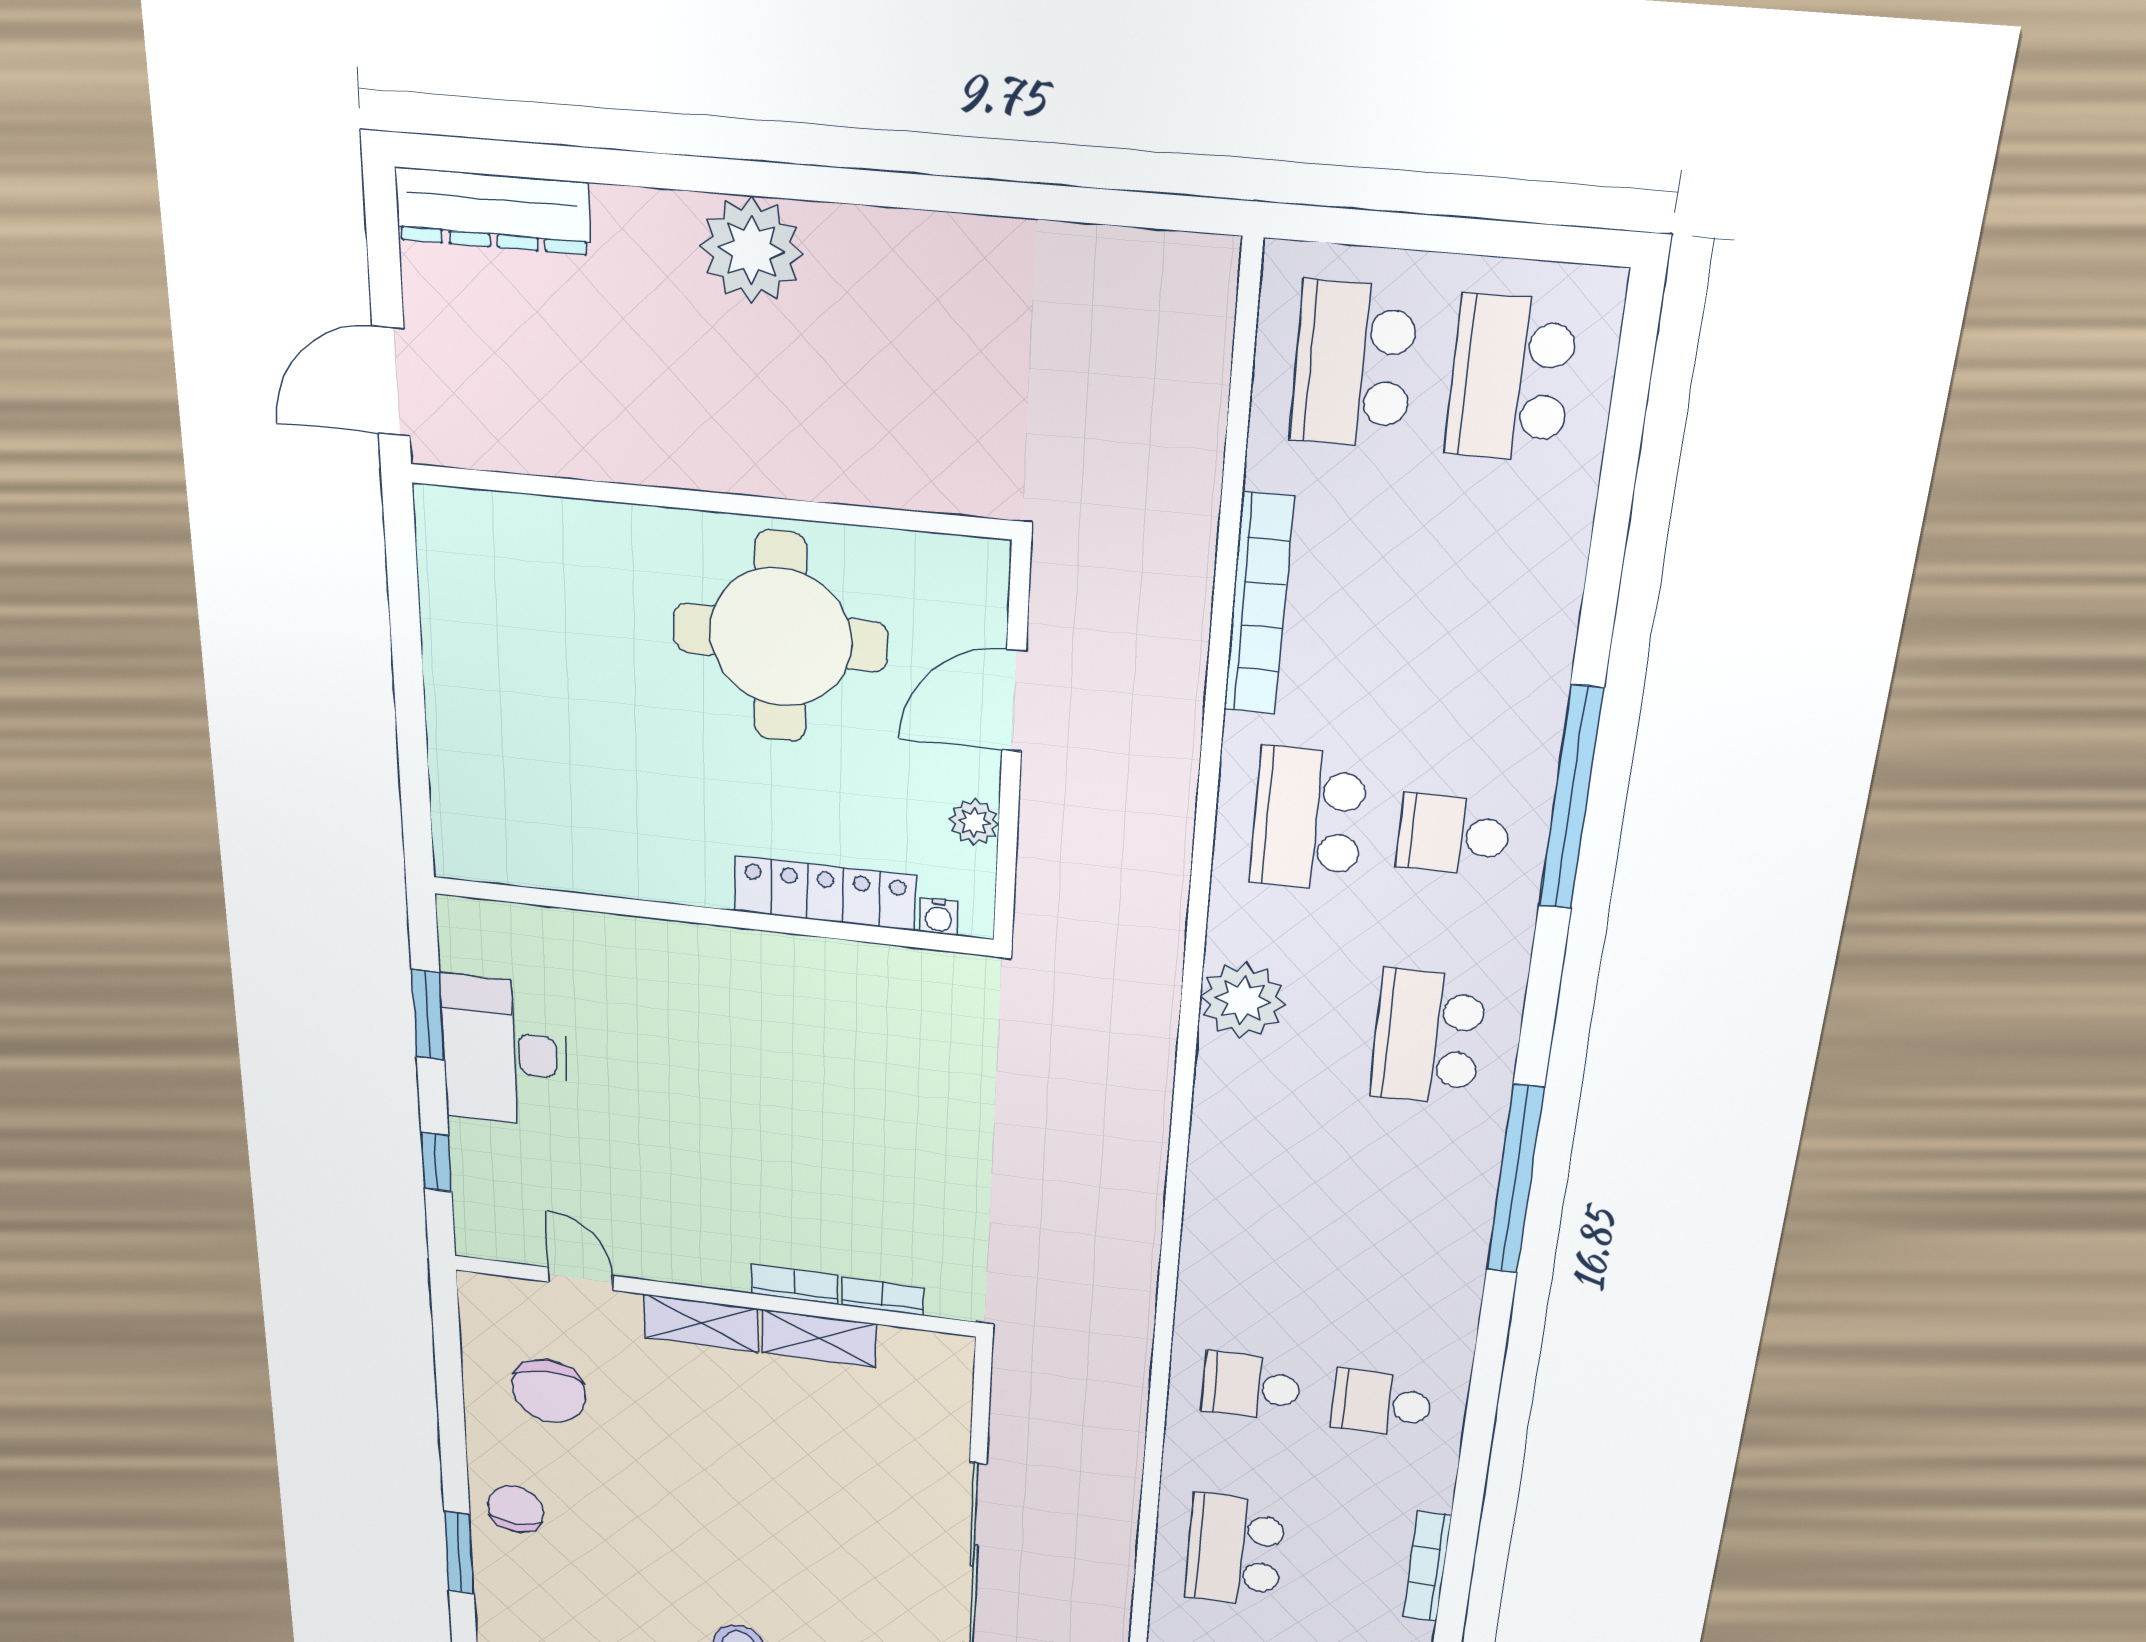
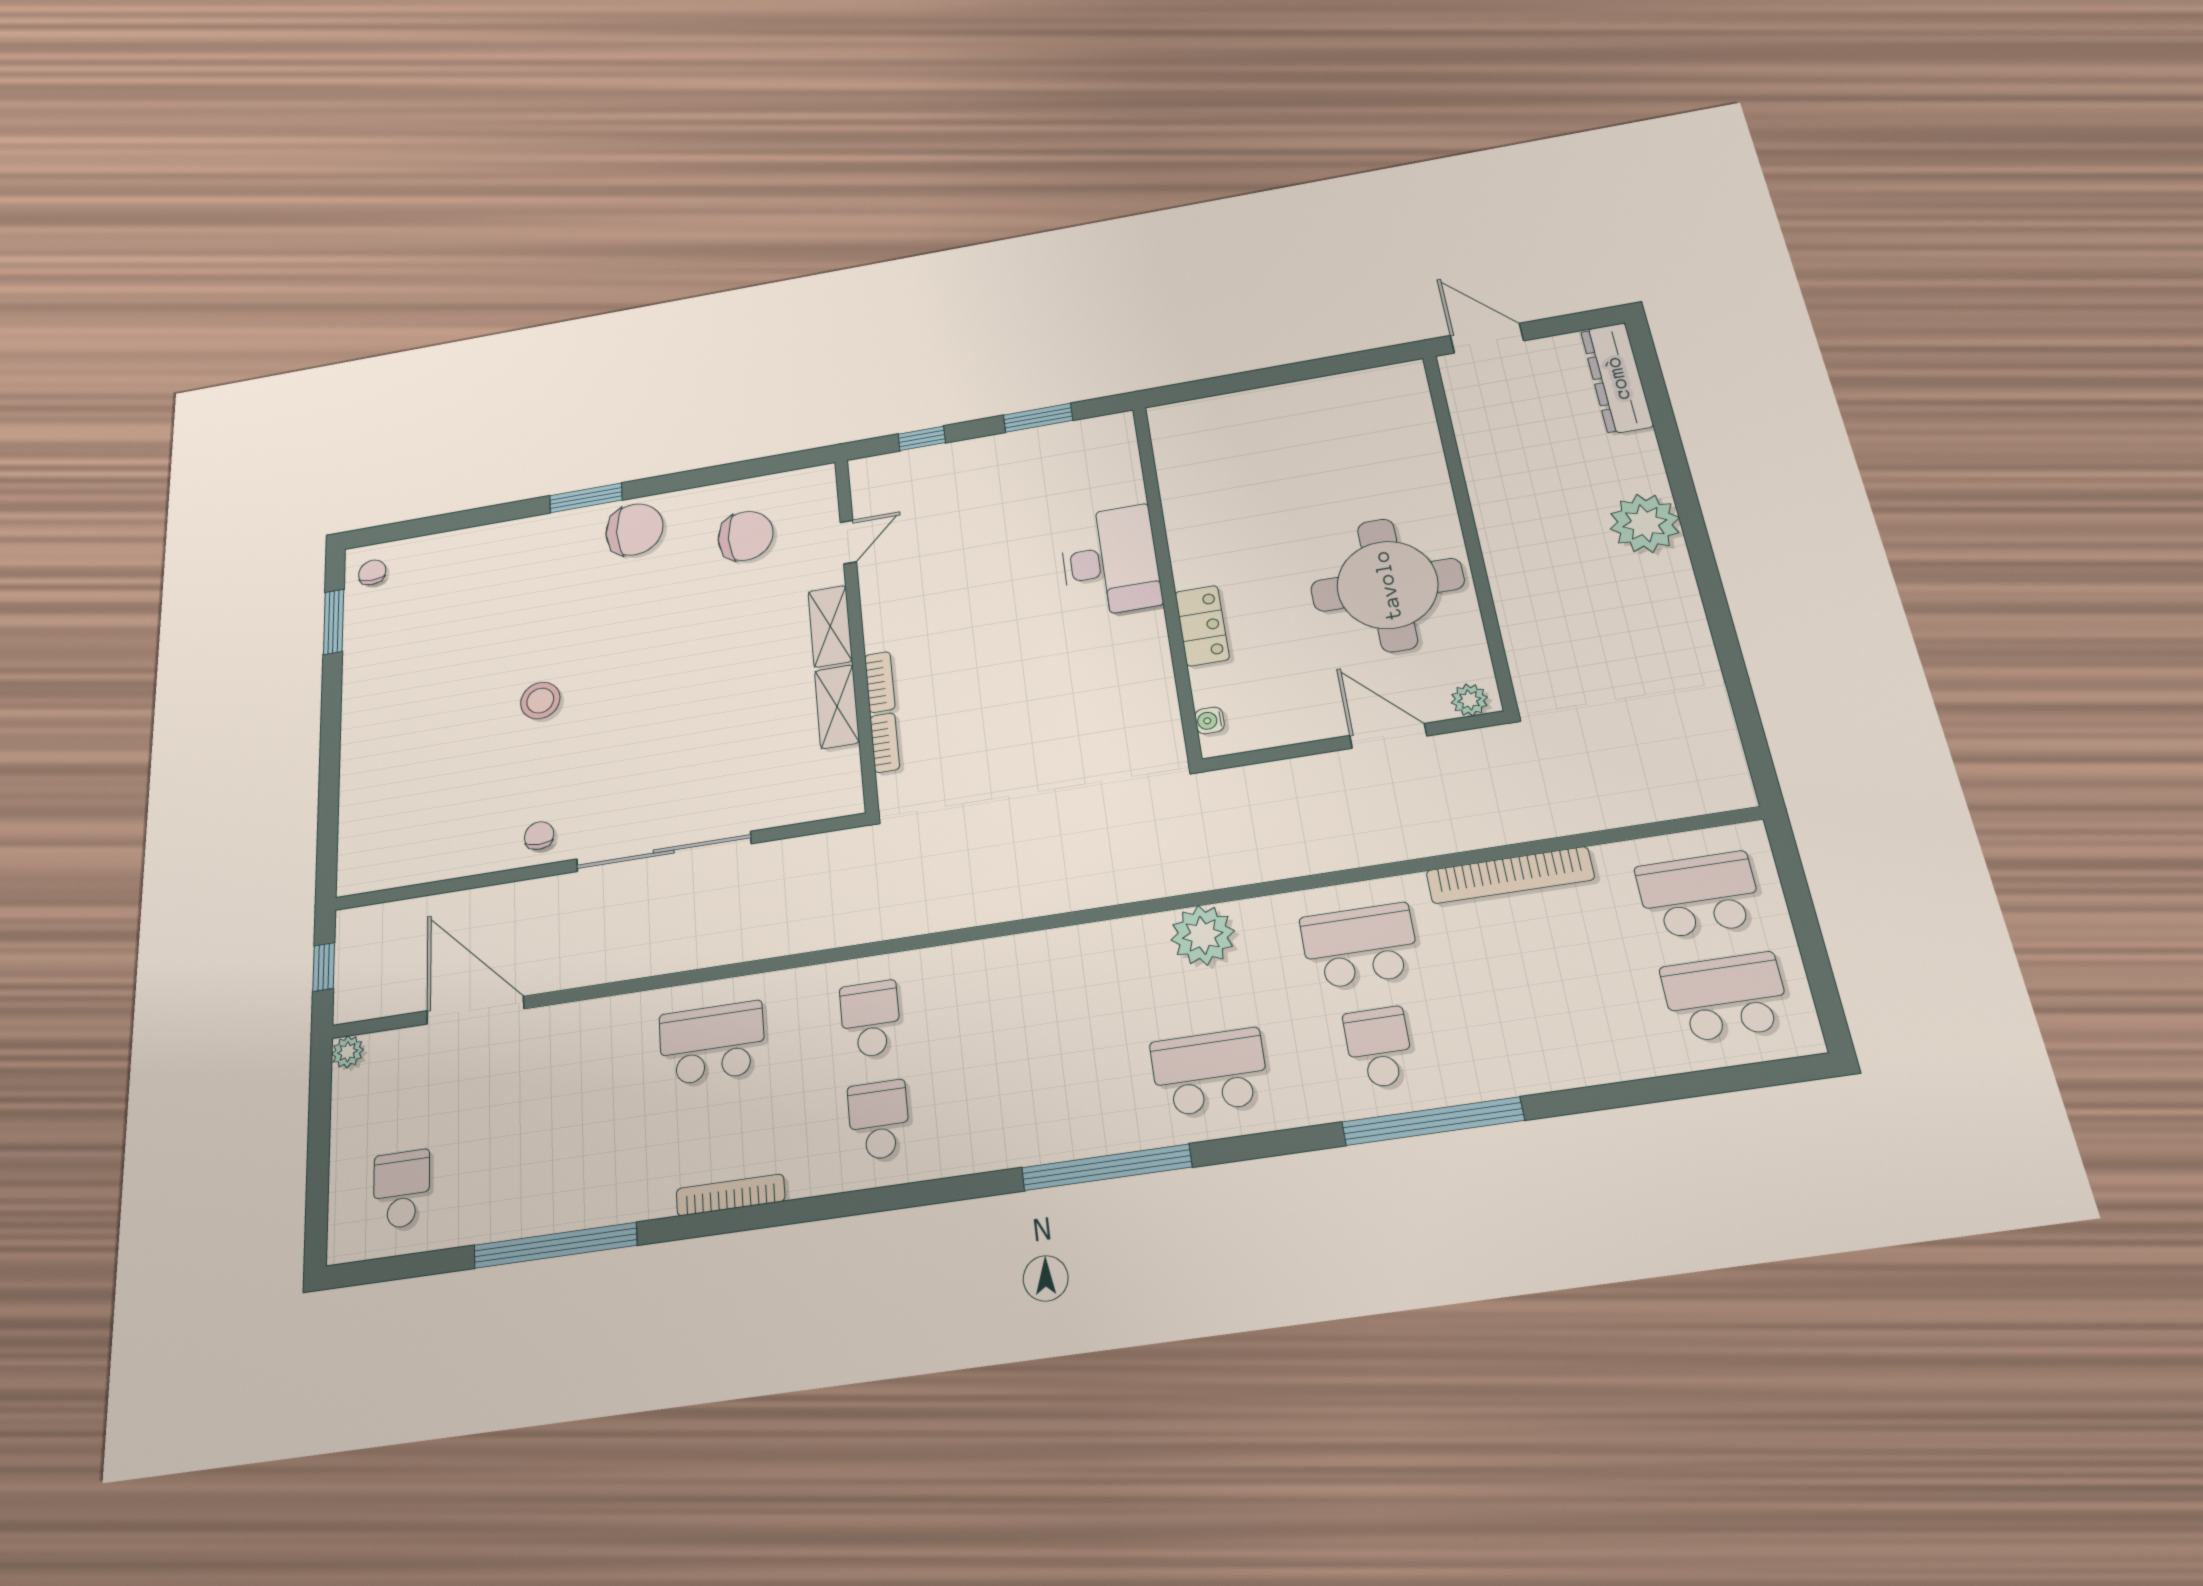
plant: (974, 822) -> (1469, 700), moved
locker: (825, 893) -> (1202, 626), width x0.66
desk: (504, 1052) -> (1110, 561), moved, turned 90
chair: (549, 1391) -> (746, 536), turned 180
chair: (516, 1509) -> (634, 529), width x1.37, depth x1.37

